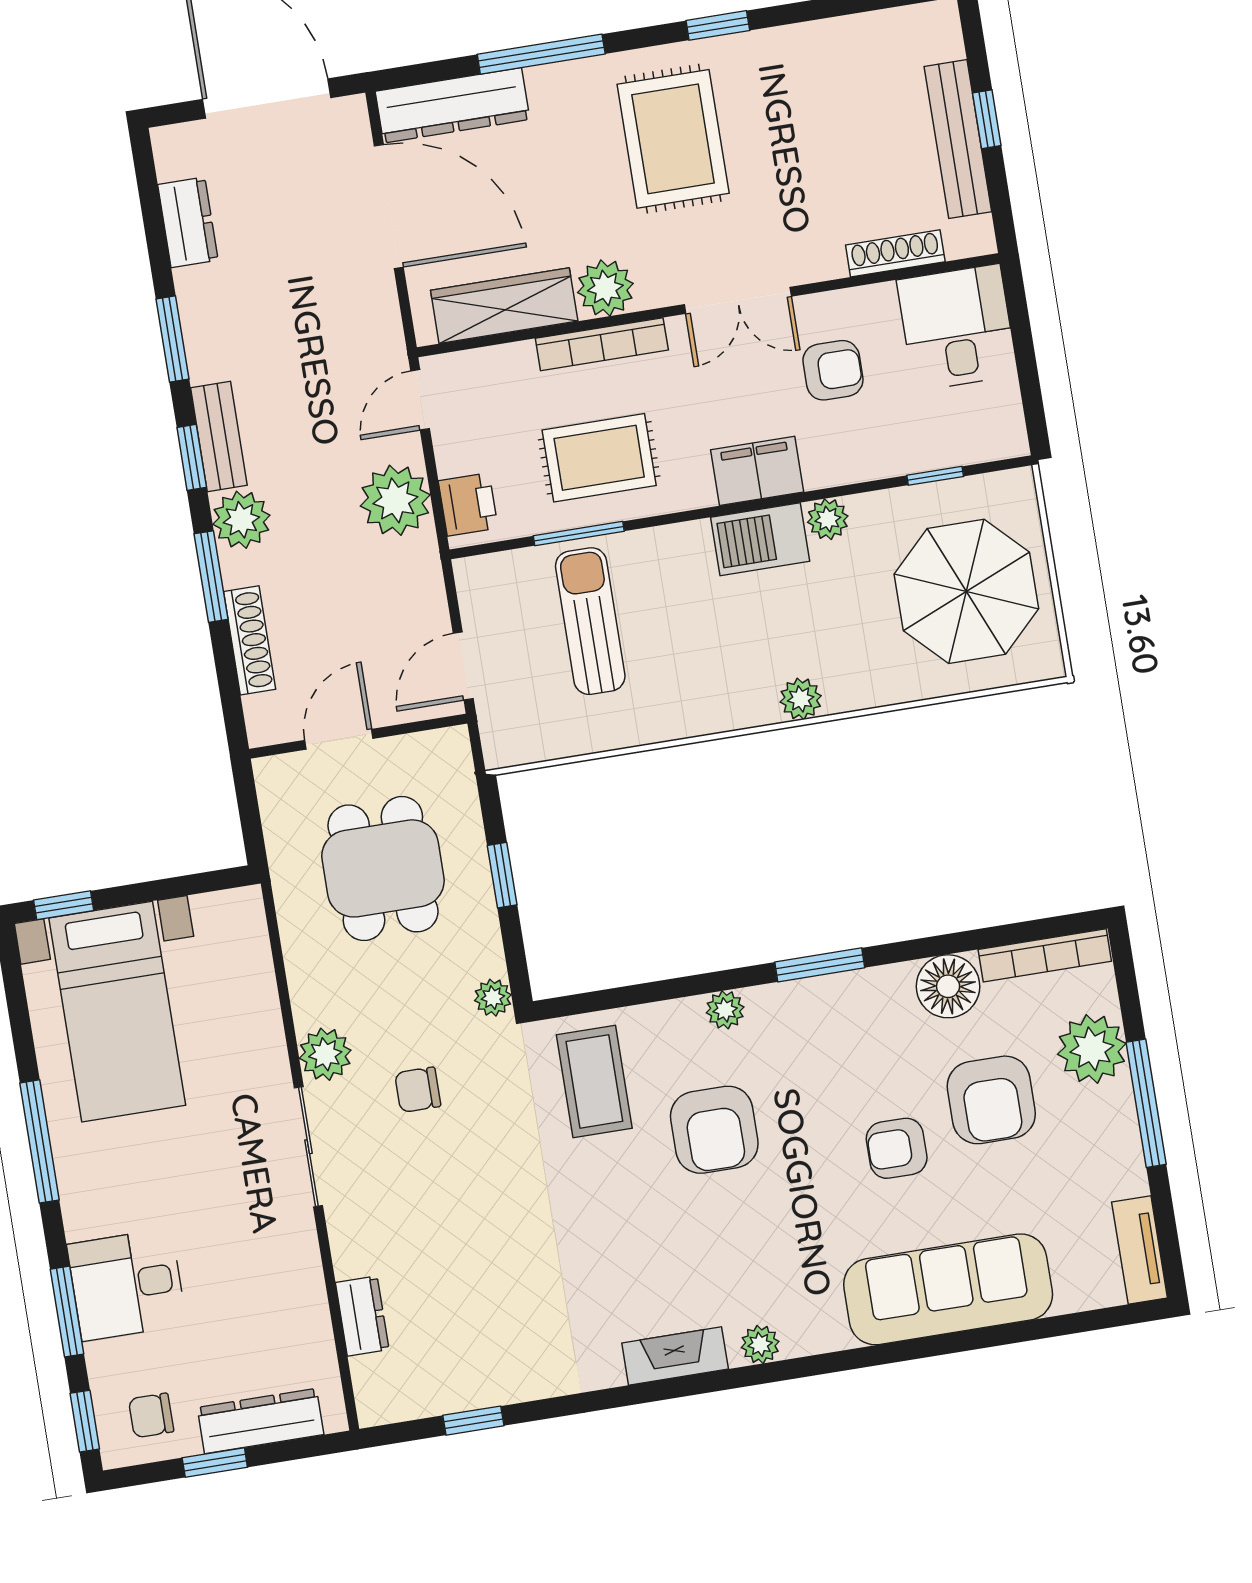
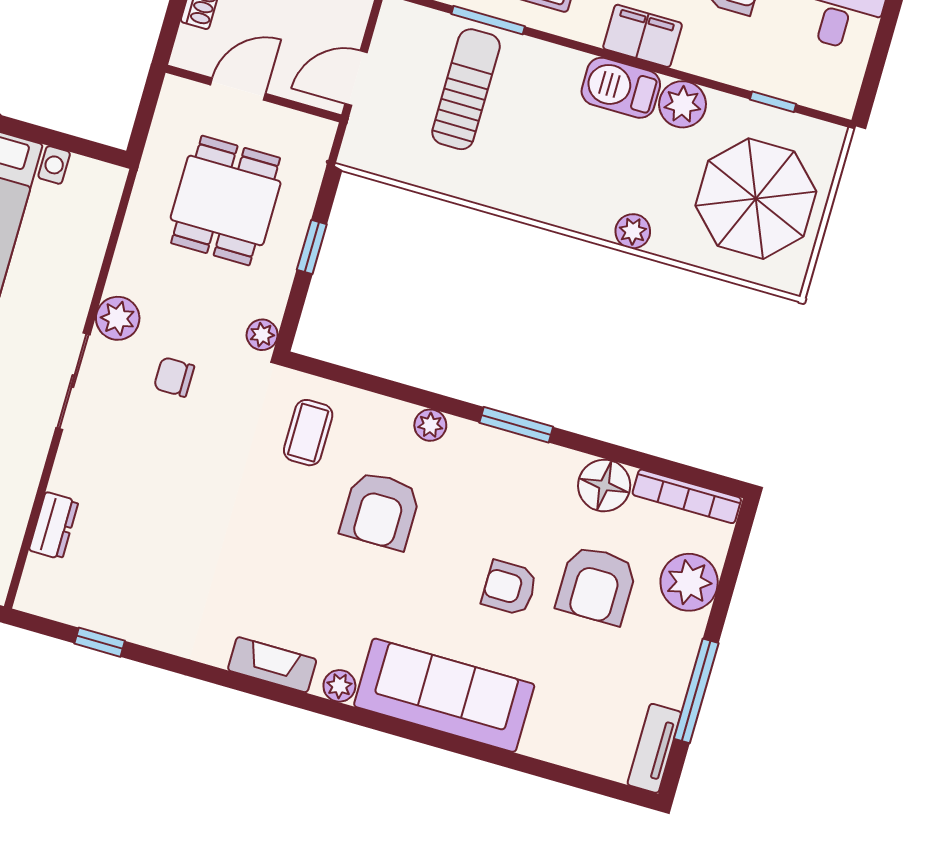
plant: (828, 519) -> (683, 104), width x1.38, depth x1.38
plant: (801, 699) -> (633, 231), moved
coffee table: (594, 1081) -> (308, 433), width x0.73, depth x0.77
window: (1146, 1103) -> (696, 691), moved
sofa: (948, 1289) -> (444, 695), moved

